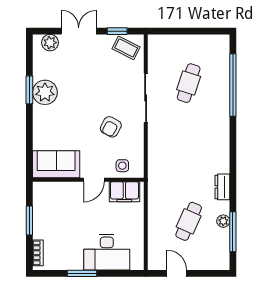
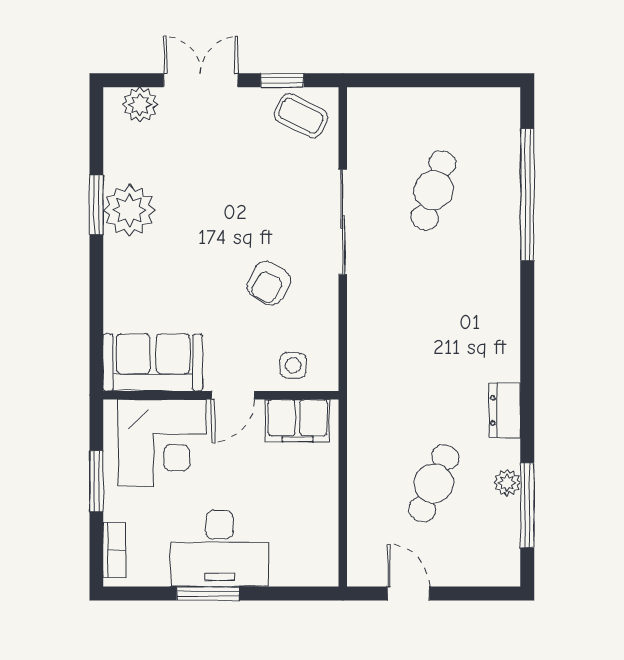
corner desk: (60, 202) -> (162, 443), added
desk: (107, 252) -> (219, 548), moved

